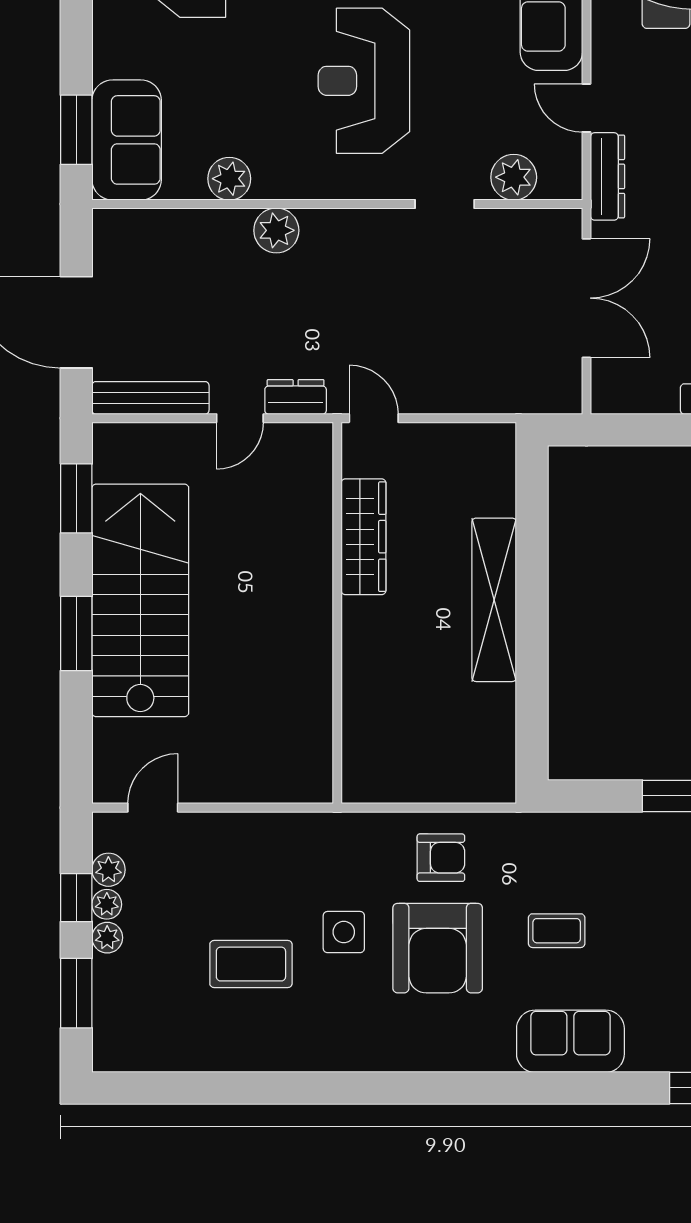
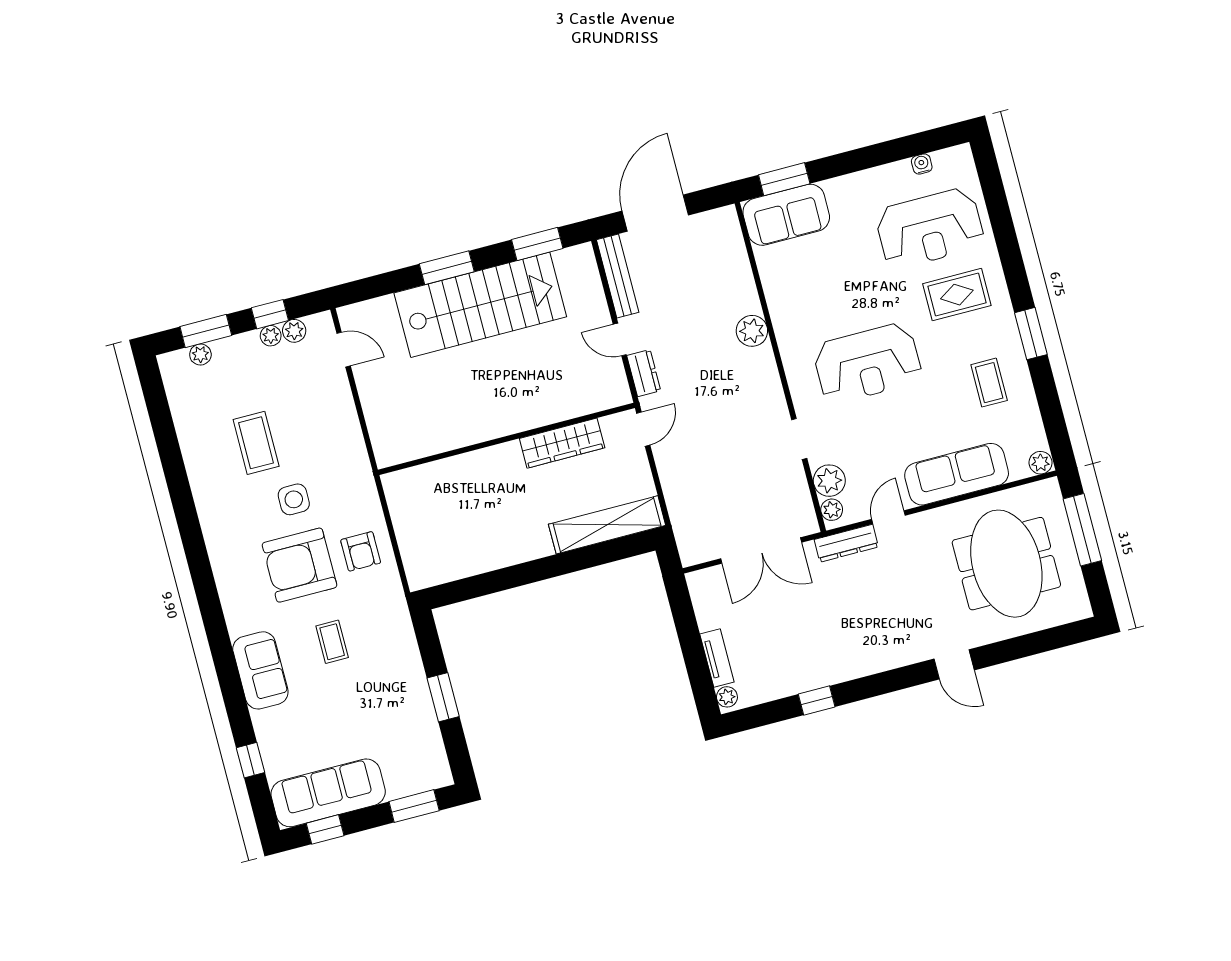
reception desk: (364, 81) -> (868, 363), turned 180
plant: (229, 179) -> (832, 510), moved, width x0.73, depth x0.73
shelving: (494, 600) -> (607, 525), moved
plant: (107, 938) -> (200, 355), moved

